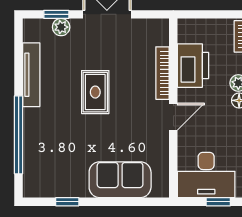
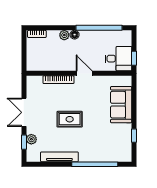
printer: (193, 66) -> (54, 62), removed
desk: (206, 175) -> (118, 59), width x0.73
window: (218, 202) -> (134, 58), moved

